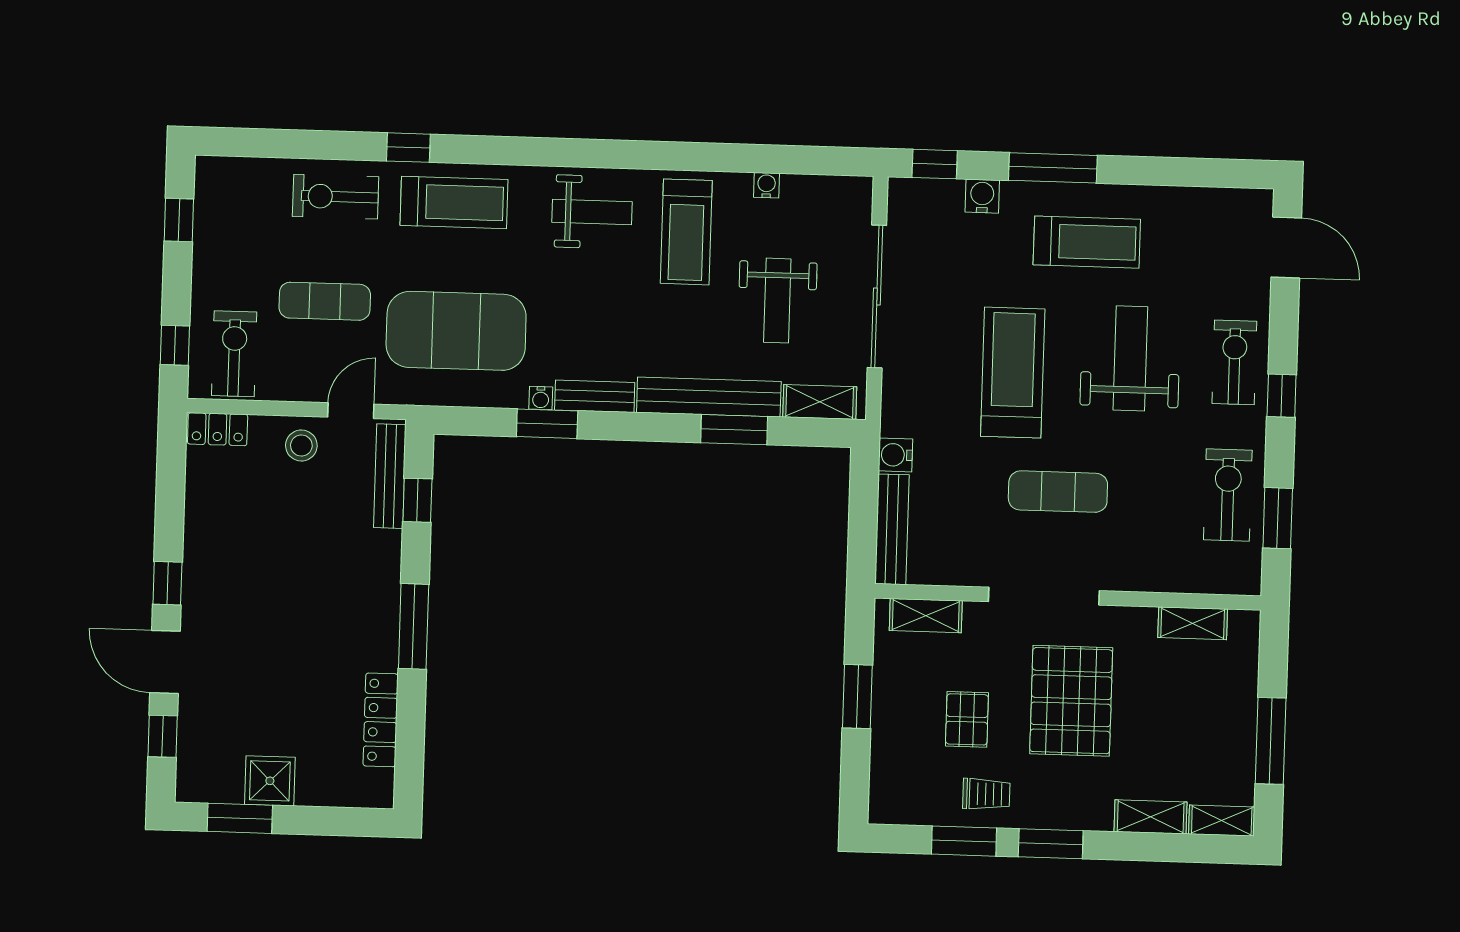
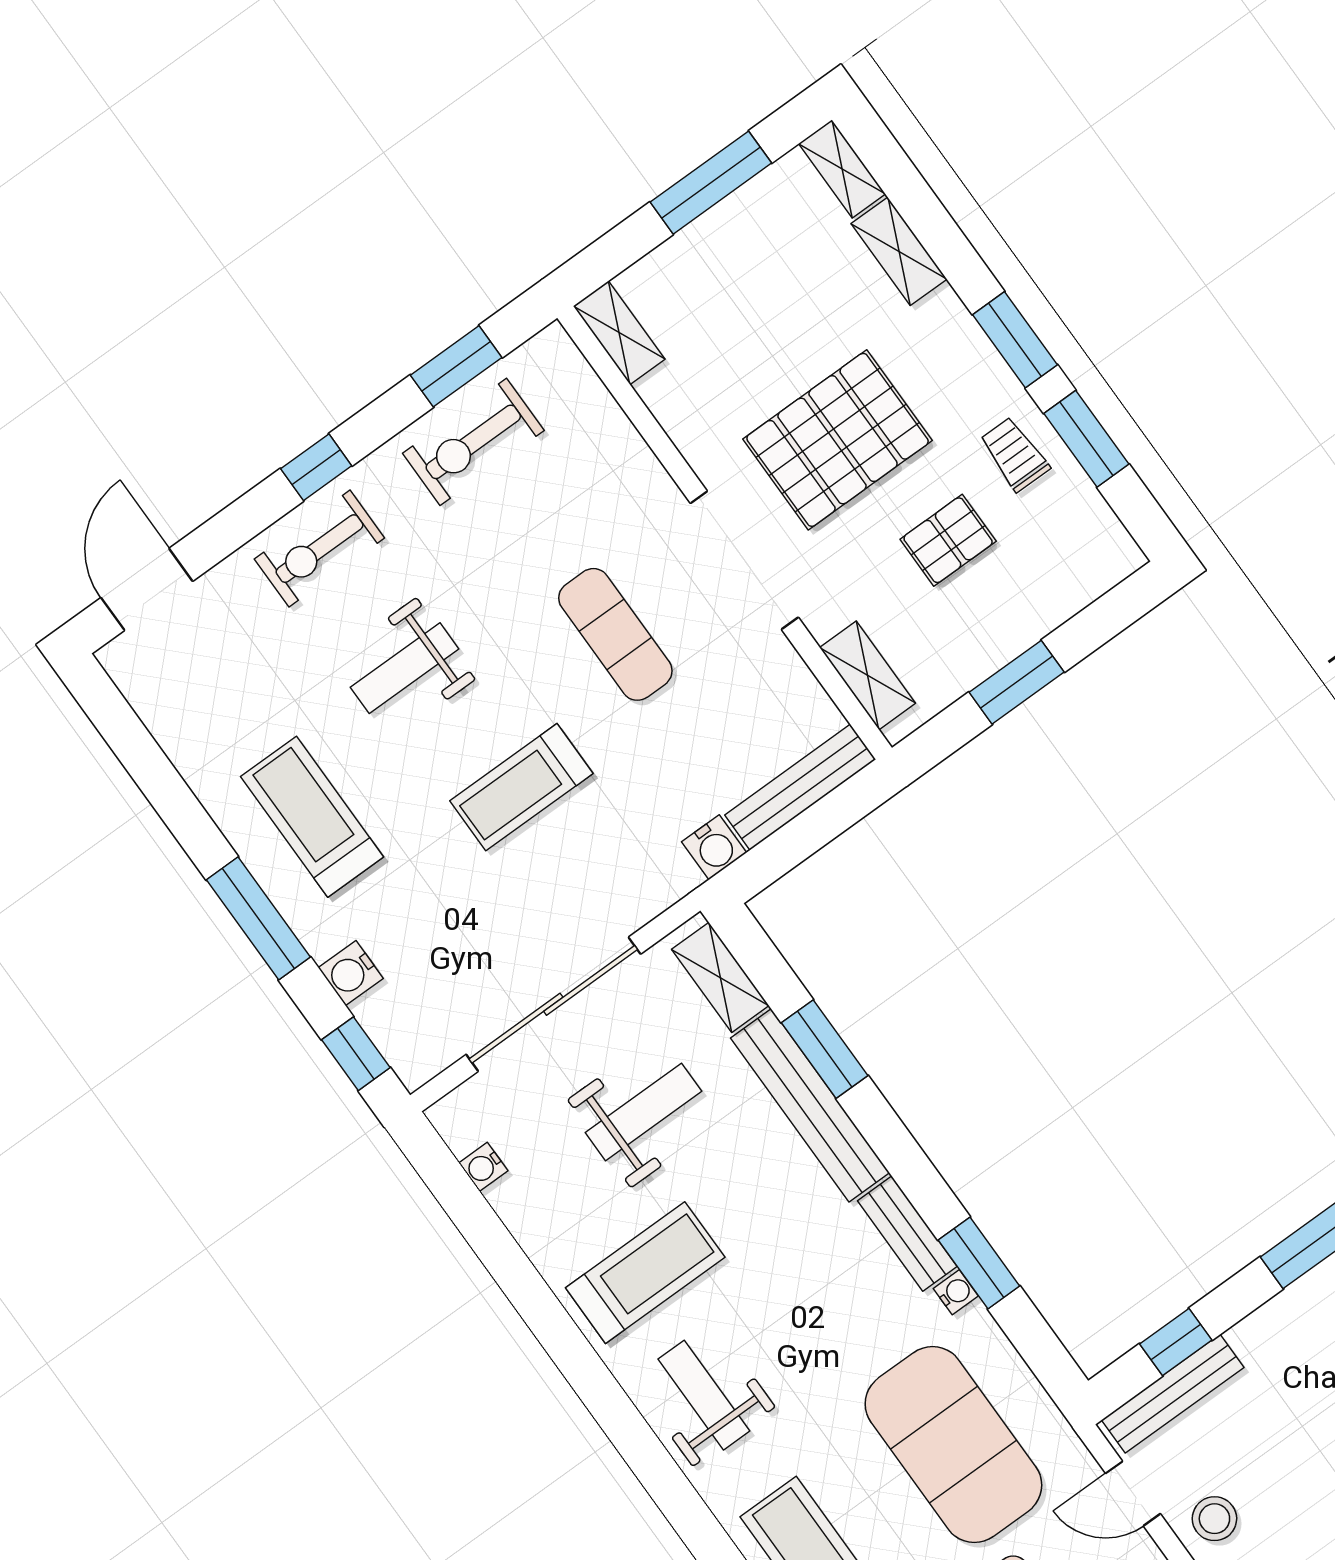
water cooler: (766, 185) -> (483, 1167), moved
weight bench: (1130, 358) -> (405, 668), width x0.73, depth x0.75
treadmill: (1013, 373) -> (521, 787), width x0.73, depth x0.73
shelving: (1193, 623) -> (619, 333), moved

